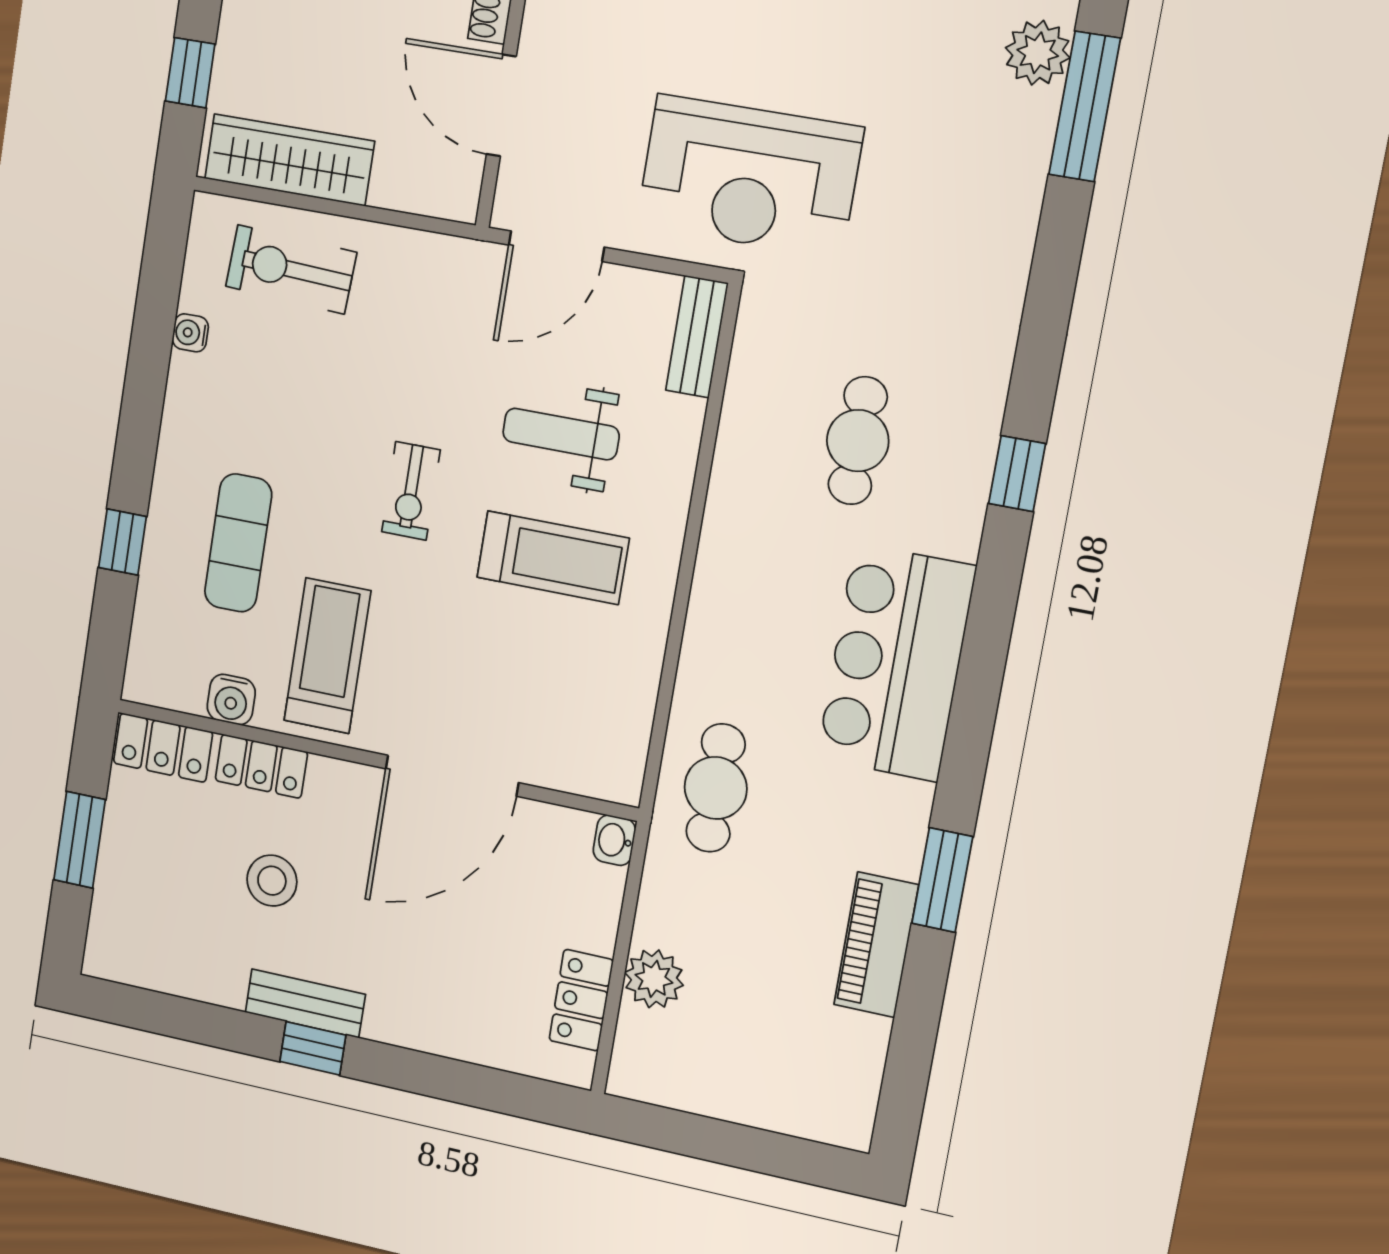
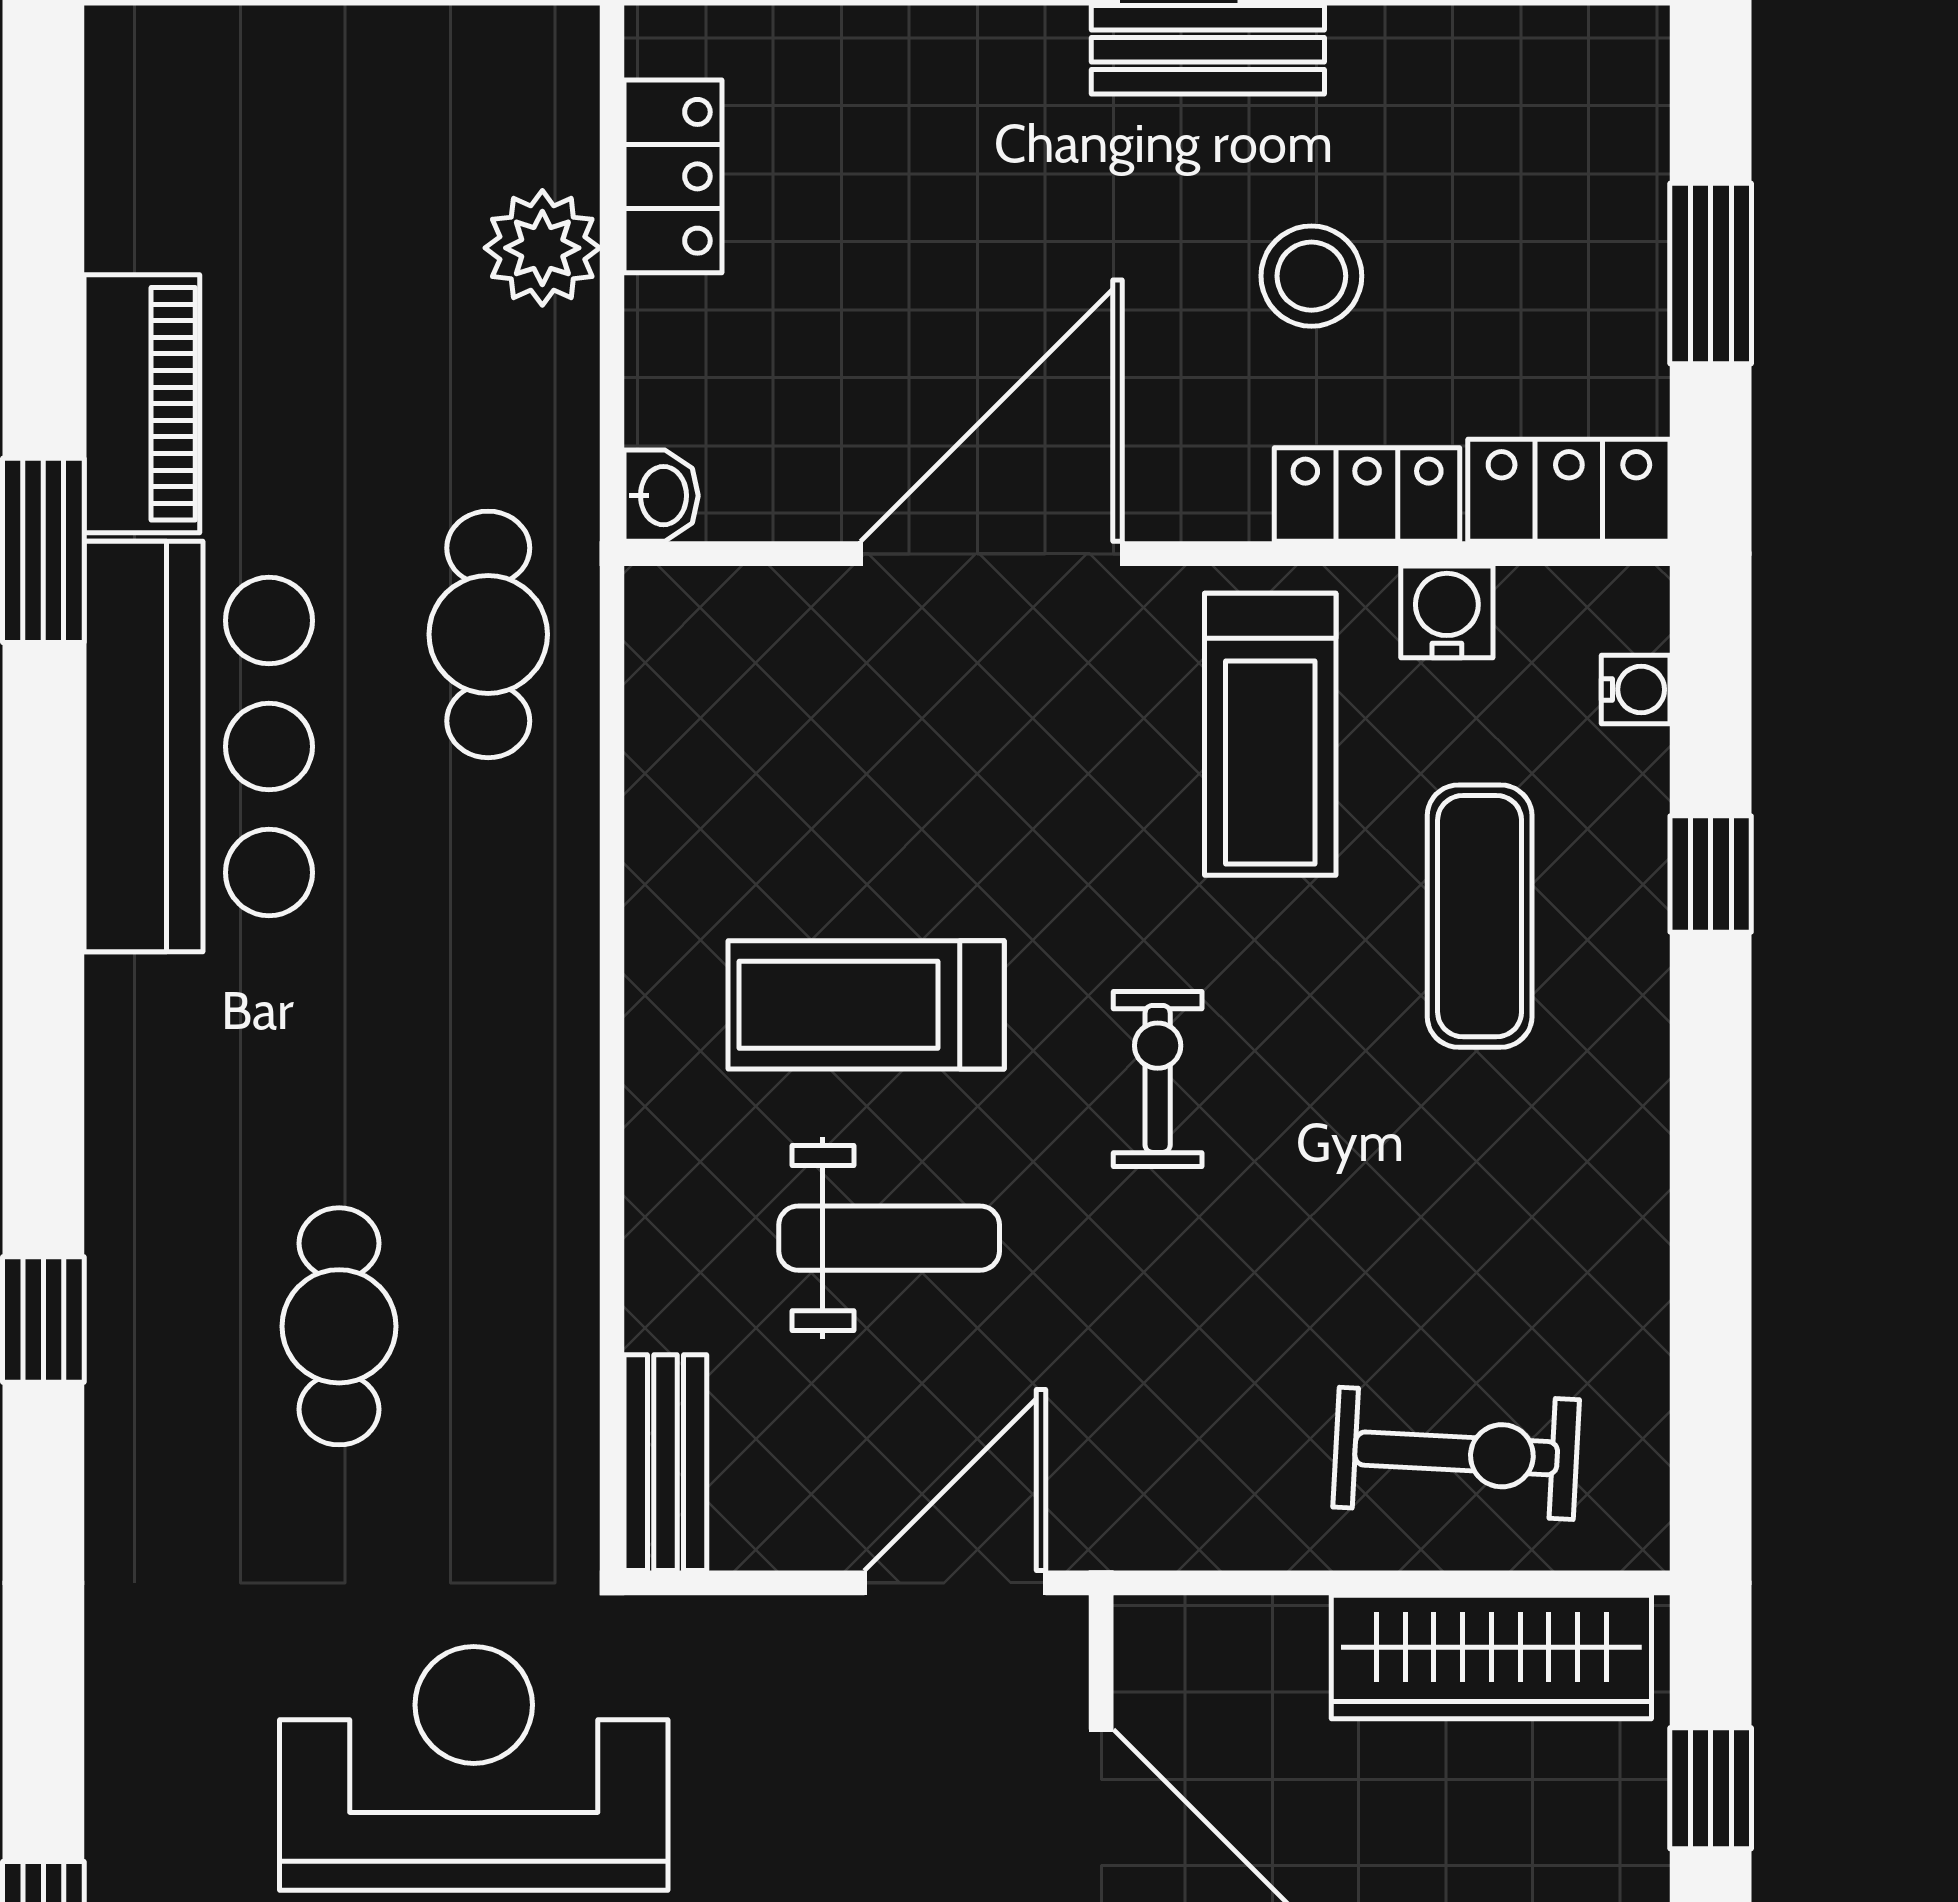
reception desk: (749, 176) -> (474, 1768), moved
water cooler: (190, 333) -> (1636, 690), moved
bar counter: (896, 663) -> (198, 747), moved

